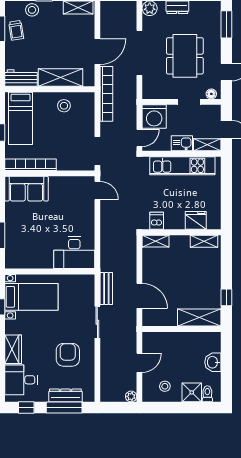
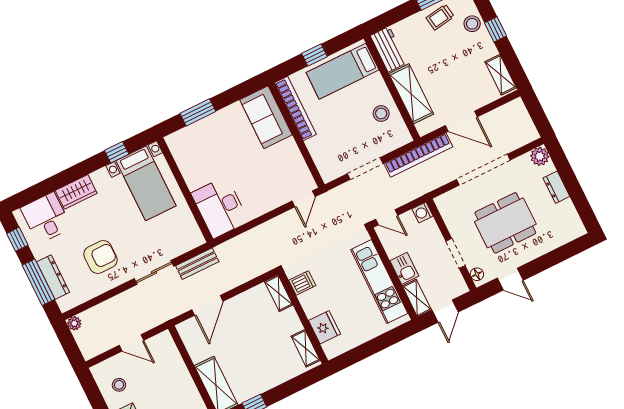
window: (226, 24) -> (564, 253), removed
washing machine: (154, 117) -> (422, 212), width x0.53, depth x0.53
doorway: (97, 151) -> (365, 168), moved
plant: (131, 396) -> (74, 323), moved

